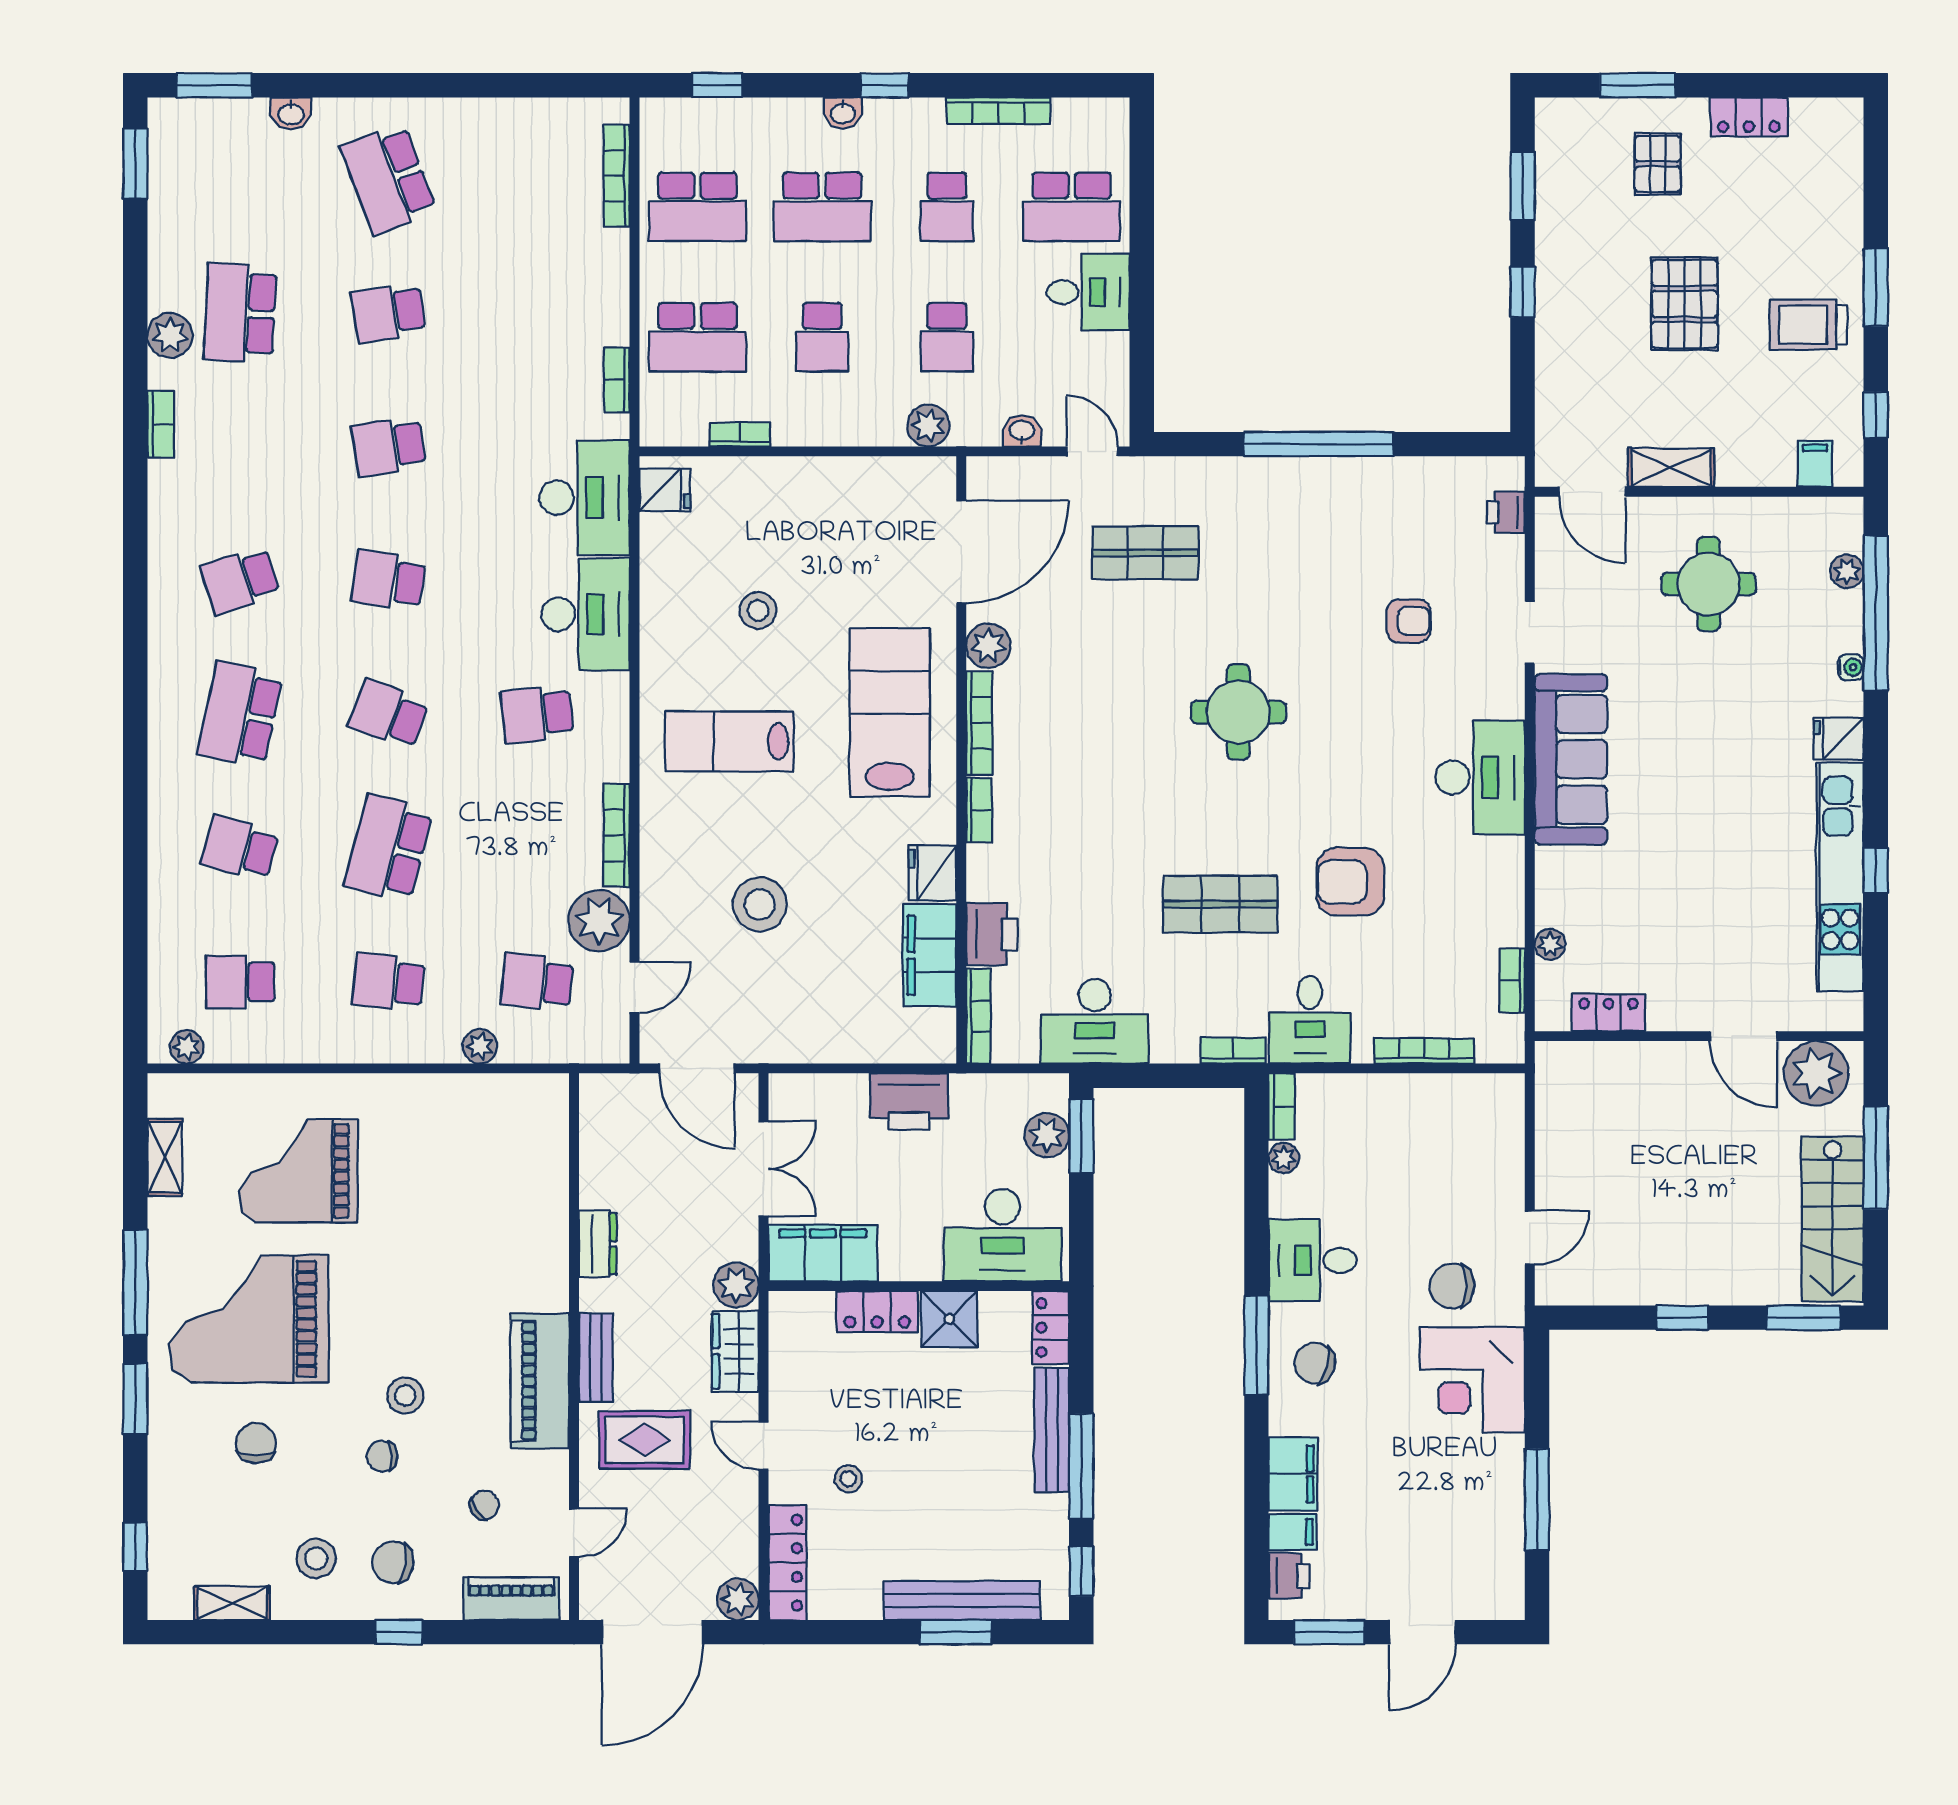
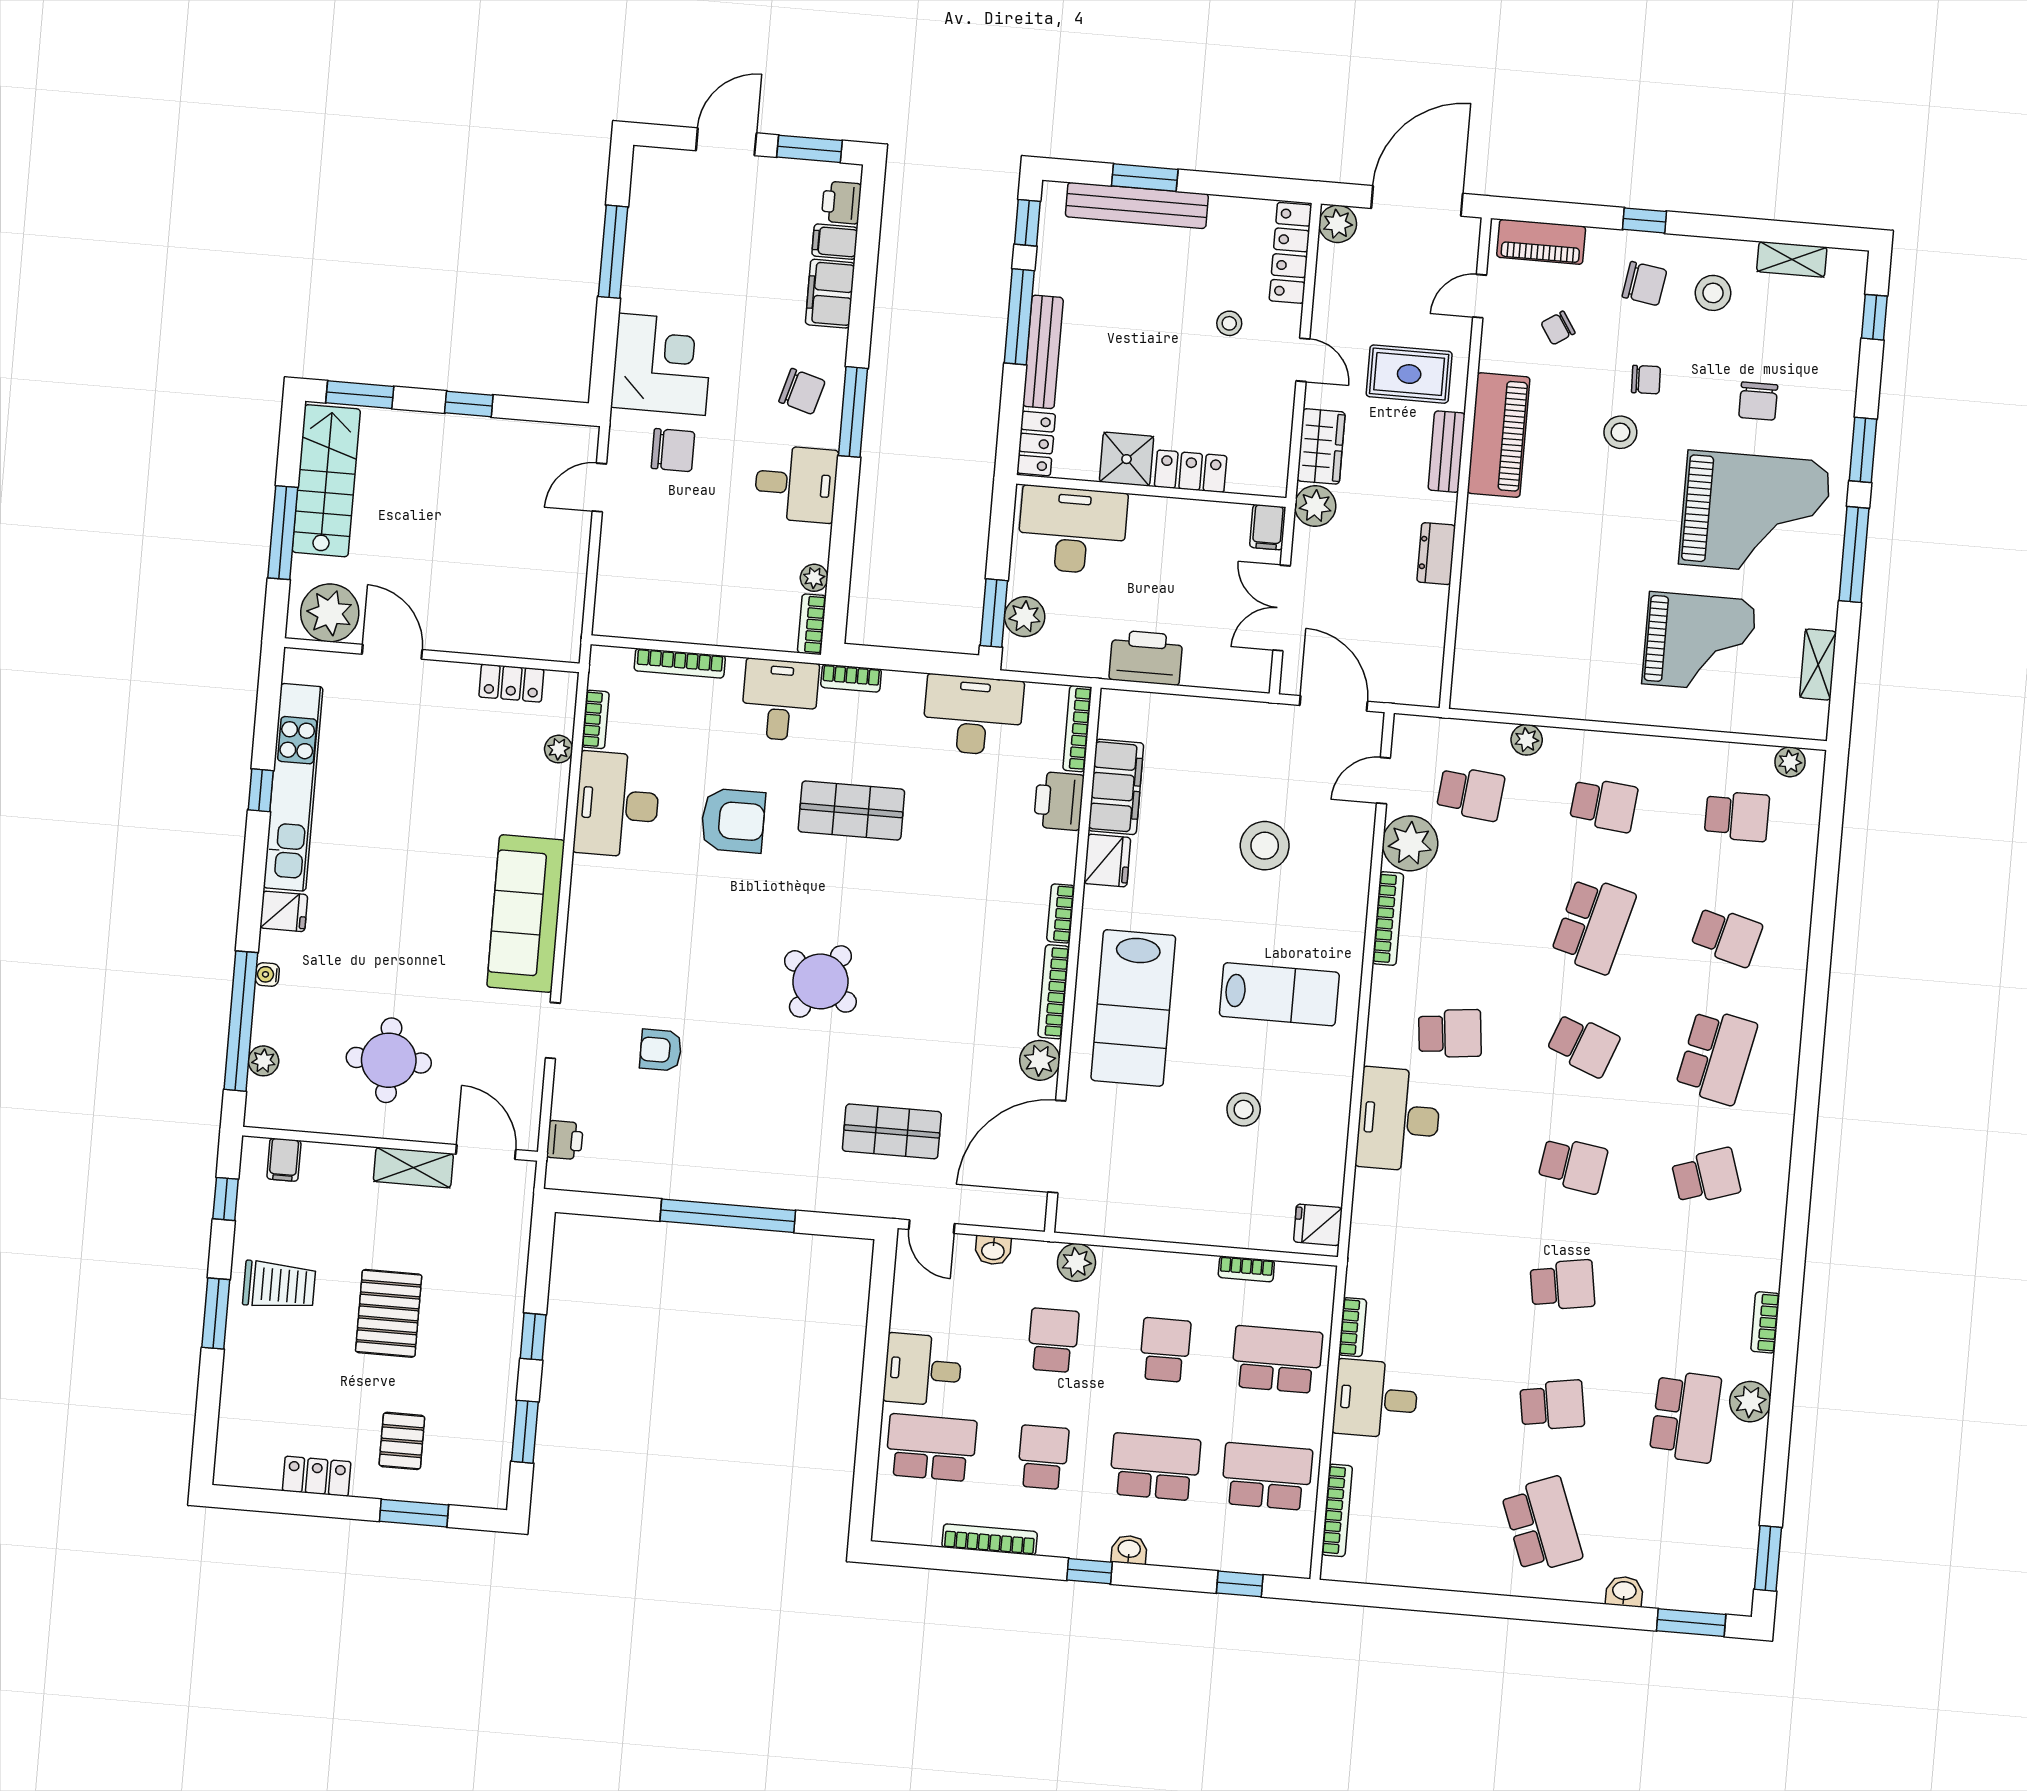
desk: (585, 498) -> (1376, 1399), moved, width x0.73
round table: (1238, 712) -> (820, 981), turned 34
desk: (1480, 777) -> (617, 805), moved
filing cabinet: (823, 1253) -> (1268, 527), width x0.33, depth x0.86

